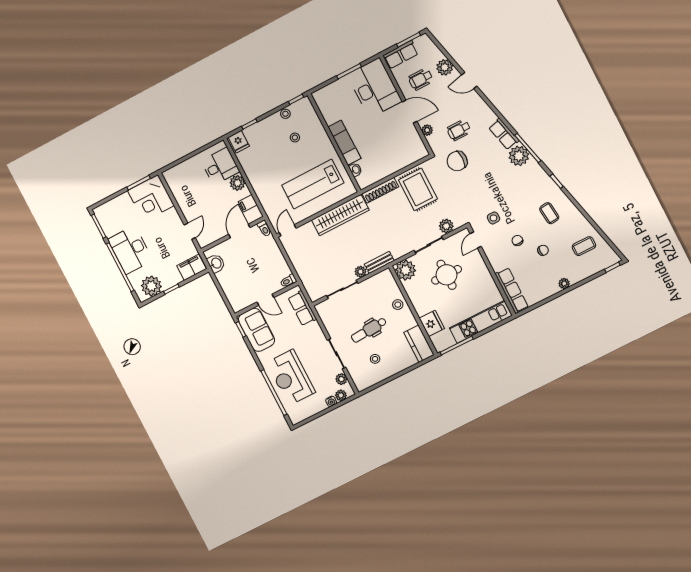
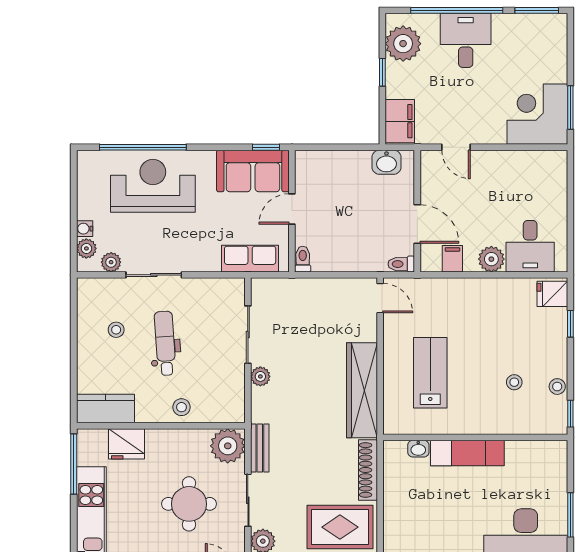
lab bench: (313, 184) -> (430, 373), width x0.73, depth x0.72
desk: (130, 250) -> (466, 40), width x0.73
bench: (379, 262) -> (260, 448), moved

